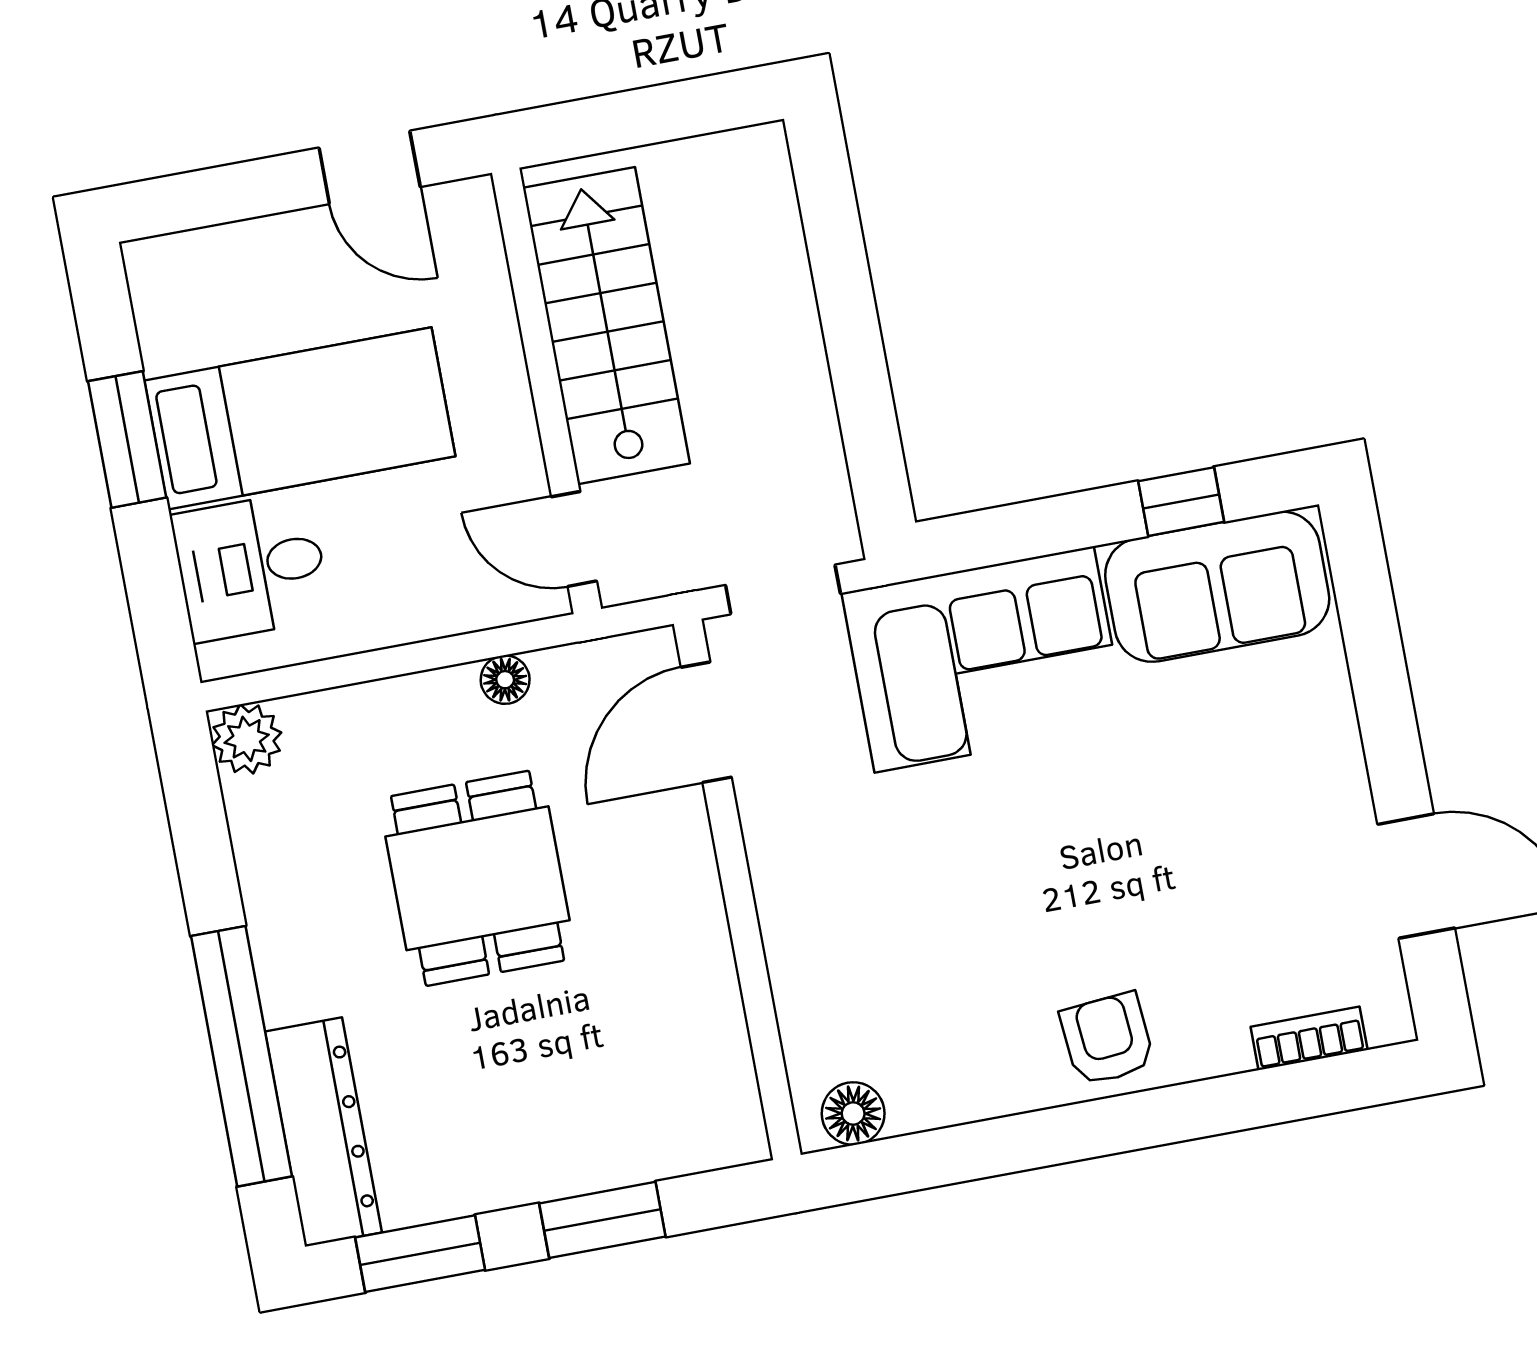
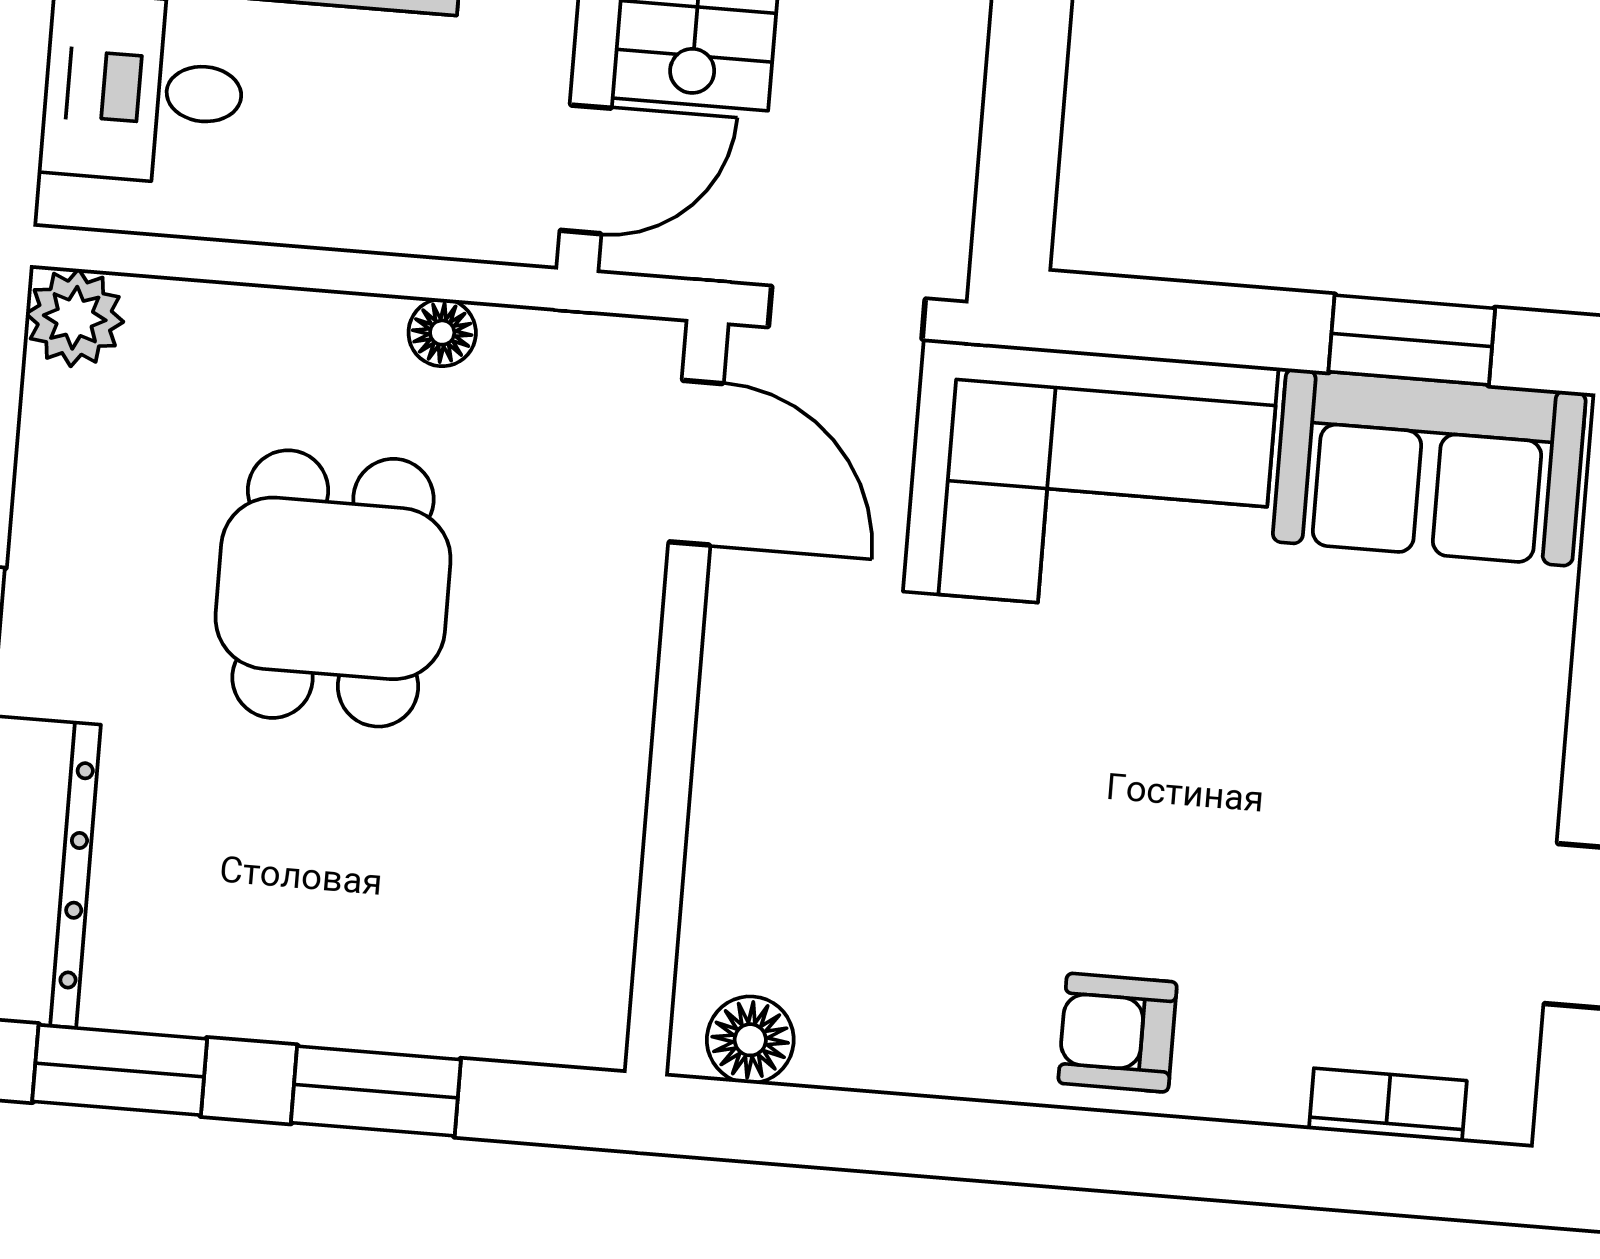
window: (1181, 502) -> (1412, 340), width x1.50
door: (574, 539) -> (586, 169), swing flipped
door: (706, 722) -> (696, 463), swing flipped
armchair: (1107, 1039) -> (1118, 1033), turned -85

